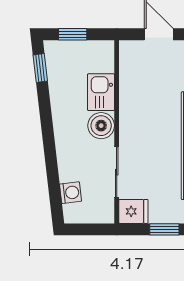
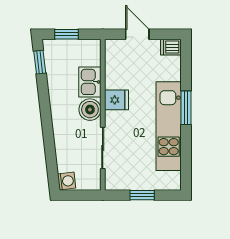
washing machine: (71, 193) -> (67, 181), moved
fridge: (133, 211) -> (117, 100), moved

